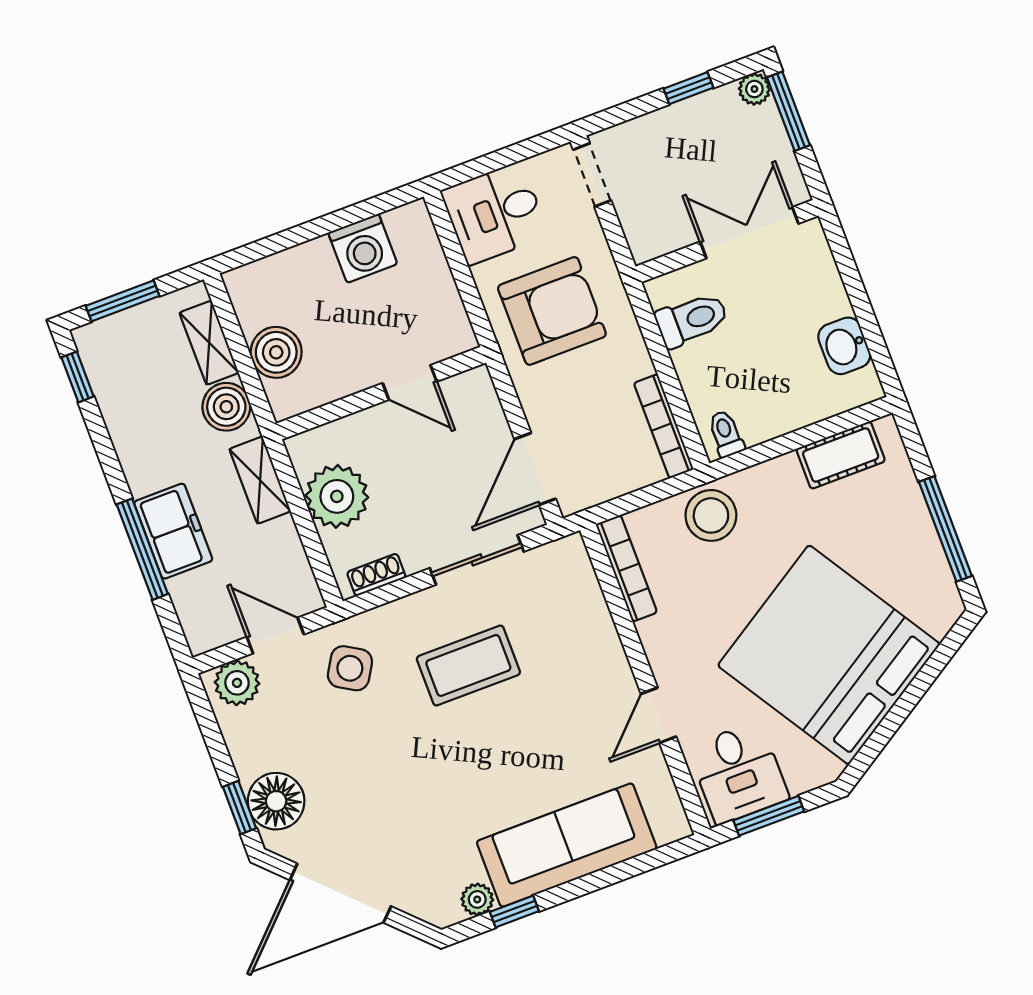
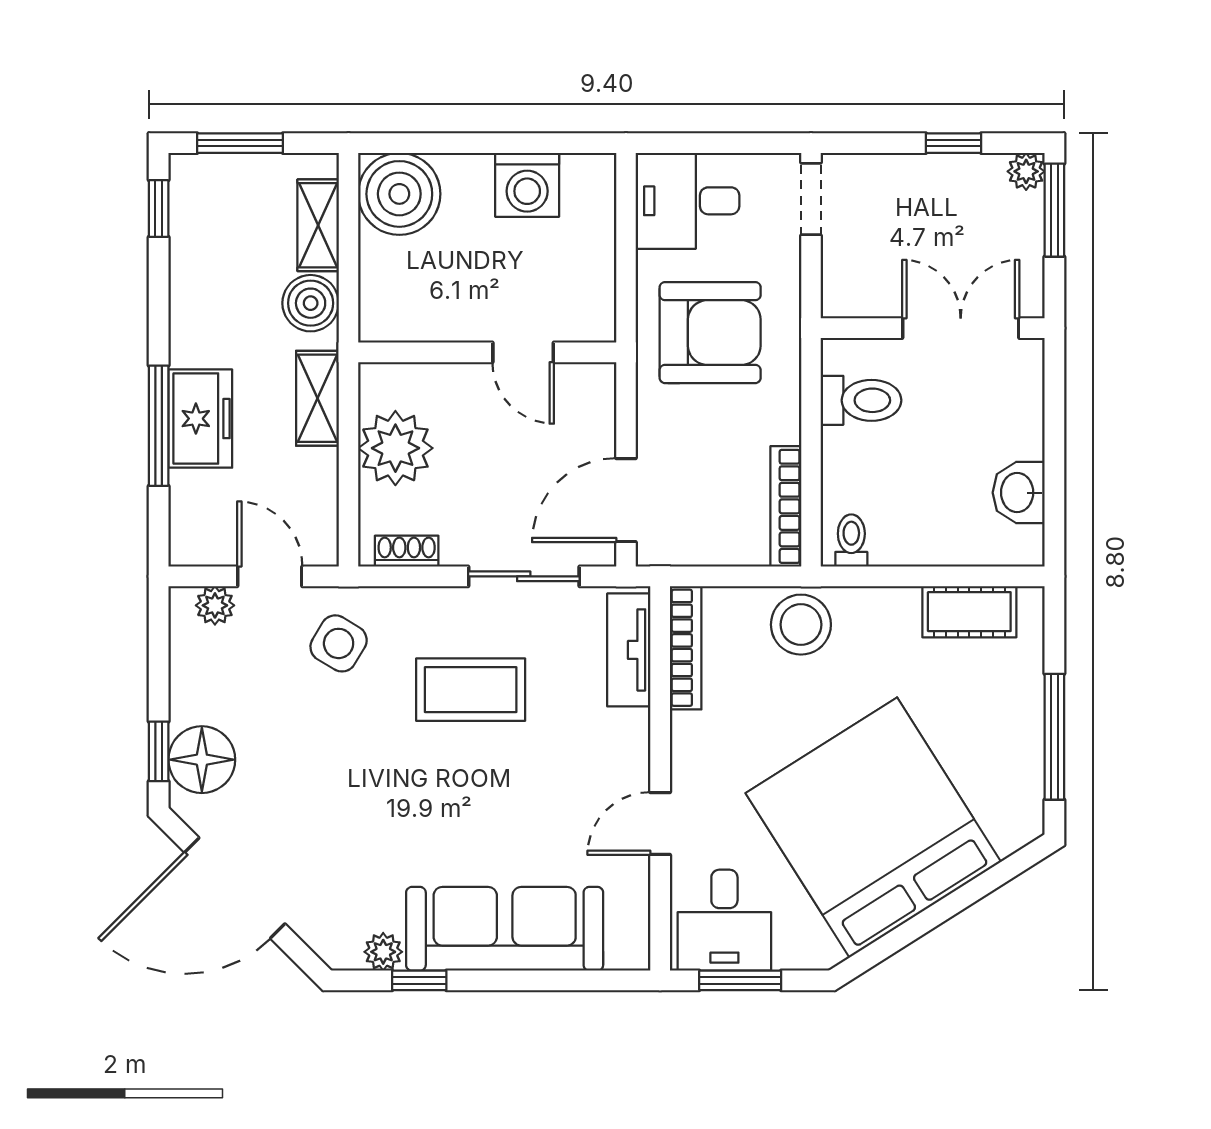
boiler: (276, 352) -> (399, 194), moved, width x1.37, depth x1.37
tv unit: (582, 587) -> (629, 650), added
plant: (237, 683) -> (215, 605), width x0.73, depth x0.73

